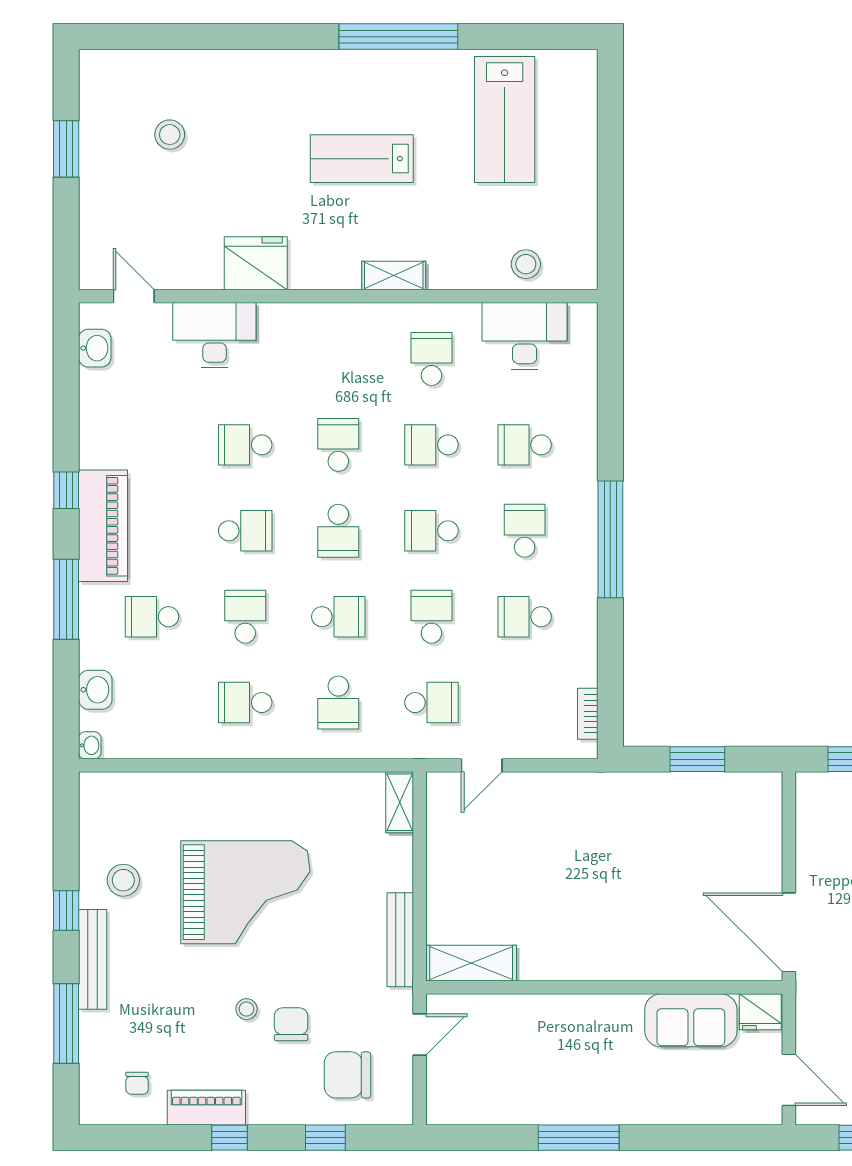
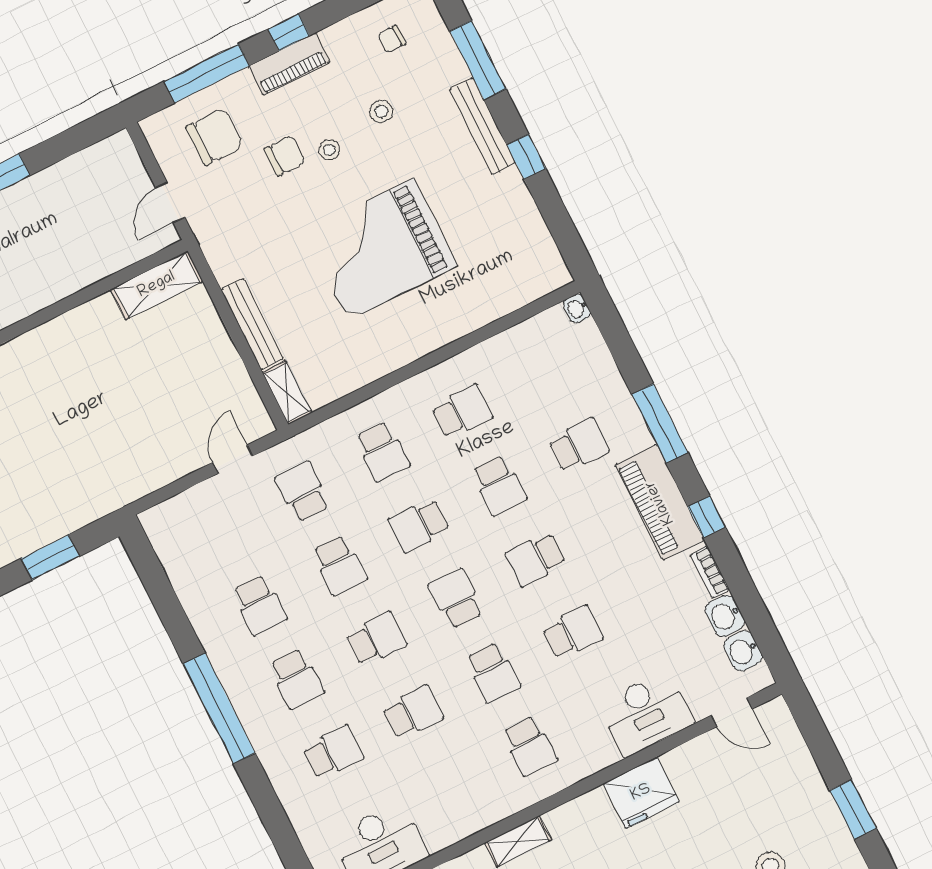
school desk: (431, 359) -> (530, 746), moved
school desk: (525, 617) -> (260, 605), turned 90
washbasin: (95, 690) -> (725, 616), moved
school desk: (338, 703) -> (382, 452), turned 180
school desk: (431, 703) -> (302, 492), turned 90
bookcase: (588, 714) -> (710, 572), moved, turned 180
stool: (123, 880) -> (381, 112), moved, width x0.73, depth x0.73
bench: (400, 940) -> (252, 324), moved
chair: (291, 1024) -> (285, 156), turned -90
chair: (137, 1083) -> (391, 39), turned -90
piano: (206, 1108) -> (289, 64), moved
window: (325, 1138) -> (207, 73), width x2.17

